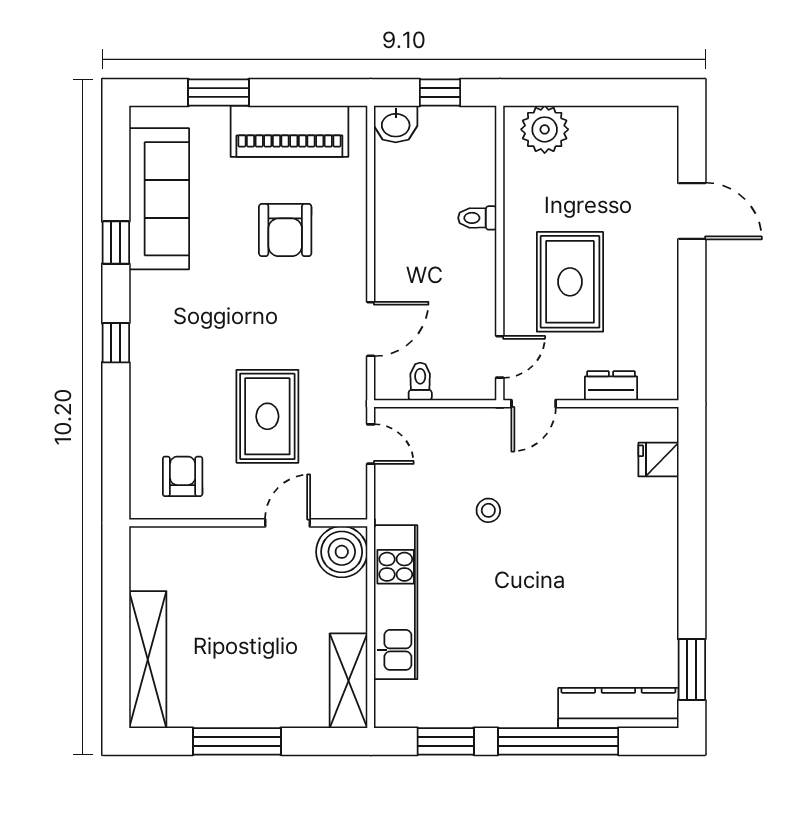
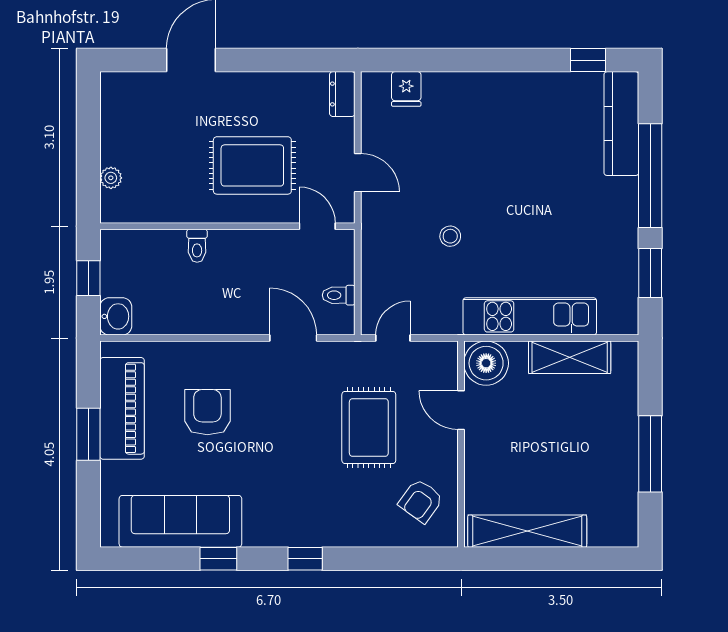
window: (218, 93) -> (88, 434), moved
plant: (545, 129) -> (111, 178), width x0.53, depth x0.53
armchair: (285, 230) -> (207, 412), turned -90
dresser: (611, 386) -> (342, 94), moved
door: (534, 404) -> (358, 173), moved
rug: (267, 416) -> (369, 427), turned 90
armchair: (183, 476) -> (421, 501), turned -54
shelving: (148, 660) -> (527, 531), moved
window: (692, 669) -> (588, 60), width x0.67
shelving: (348, 681) -> (570, 357), moved

